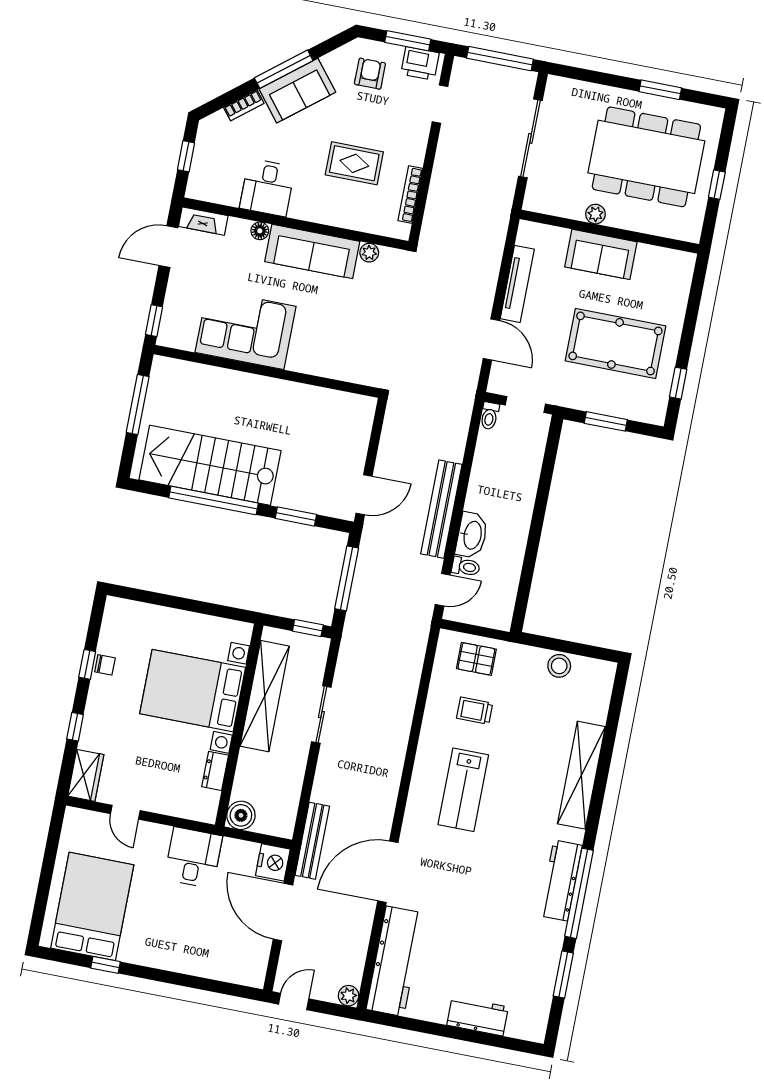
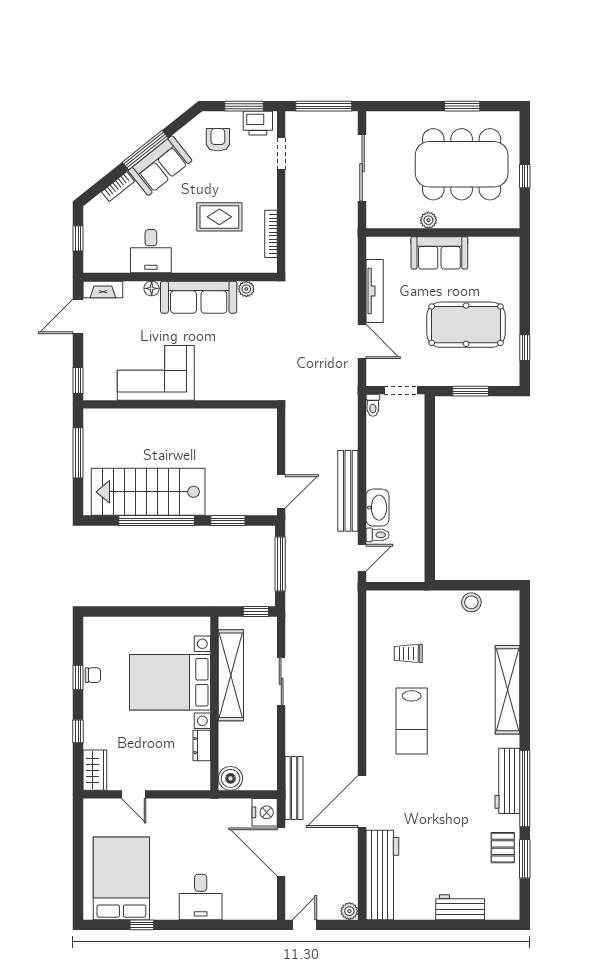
pallet: (476, 659) -> (503, 848), moved, turned 90
desk: (193, 858) -> (201, 897), moved, turned 180

